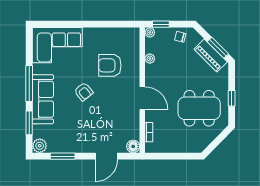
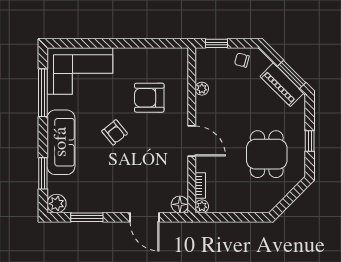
plant: (150, 32) -> (202, 206), moved
window: (29, 83) -> (43, 93), moved
dining table: (199, 108) -> (267, 154), width x0.73
door: (106, 156) -> (145, 217), hinge flipped

